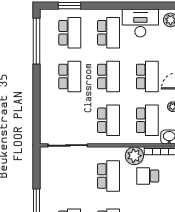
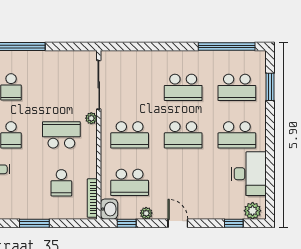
school desk: (147, 77) -> (183, 182), removed
plant: (134, 156) -> (91, 118), moved, width x0.53, depth x0.53
school desk: (109, 176) -> (61, 135), turned 180
school desk: (148, 176) -> (61, 183), turned 180

